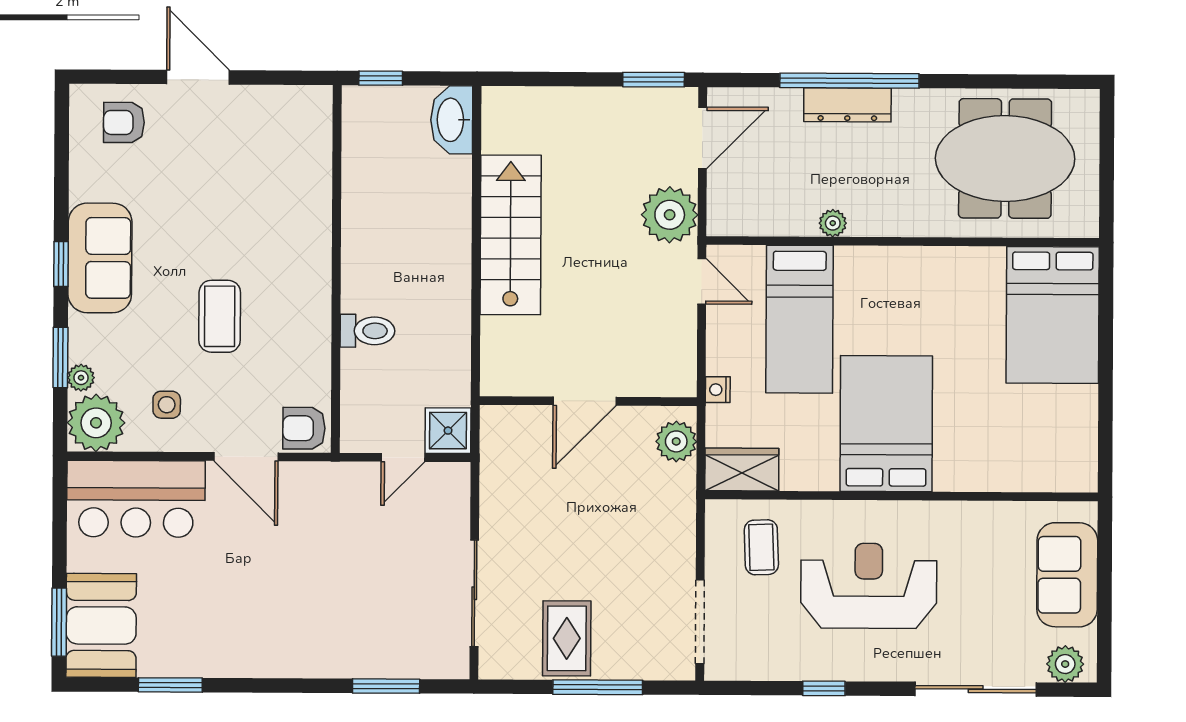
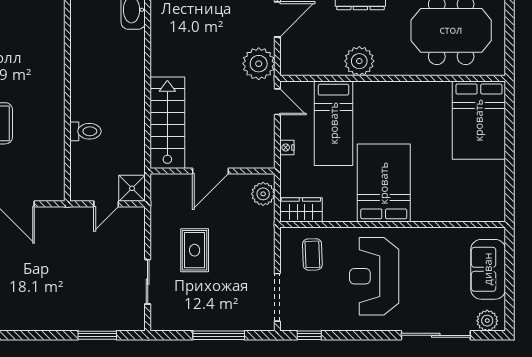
plant: (833, 223) -> (359, 61), width x1.88, depth x1.88
stairs: (511, 235) -> (167, 123), moved
nightstand: (718, 390) -> (287, 147), moved
armchair: (304, 428) -> (49, 187), removed
reception desk: (869, 586) -> (374, 276), turned -90
sliding door: (474, 593) -> (148, 282), width x0.73
rug: (567, 638) -> (195, 250), moved
window: (824, 688) -> (309, 335), moved

